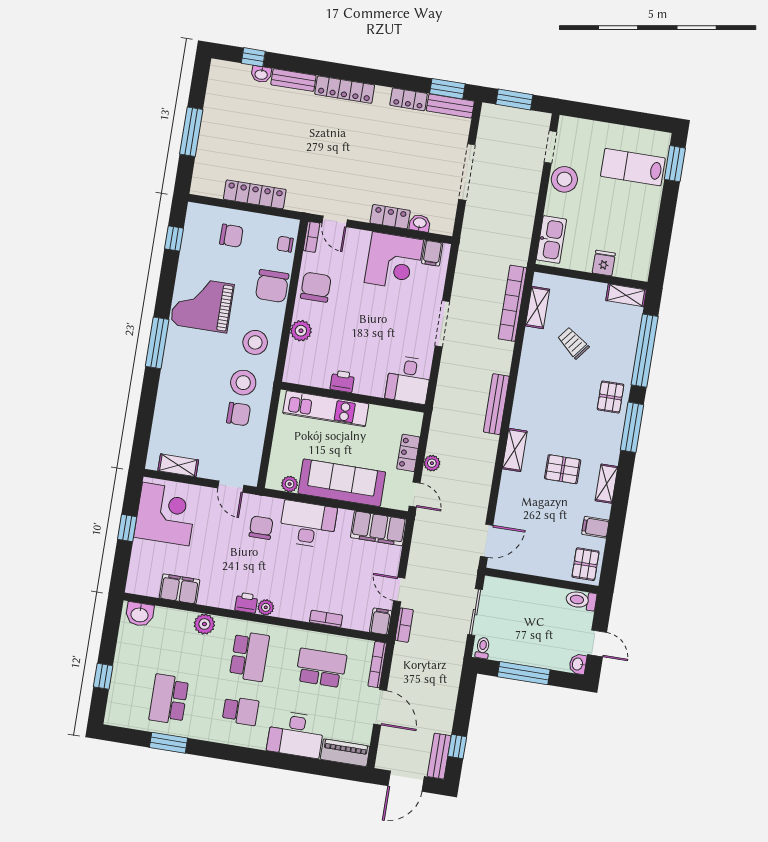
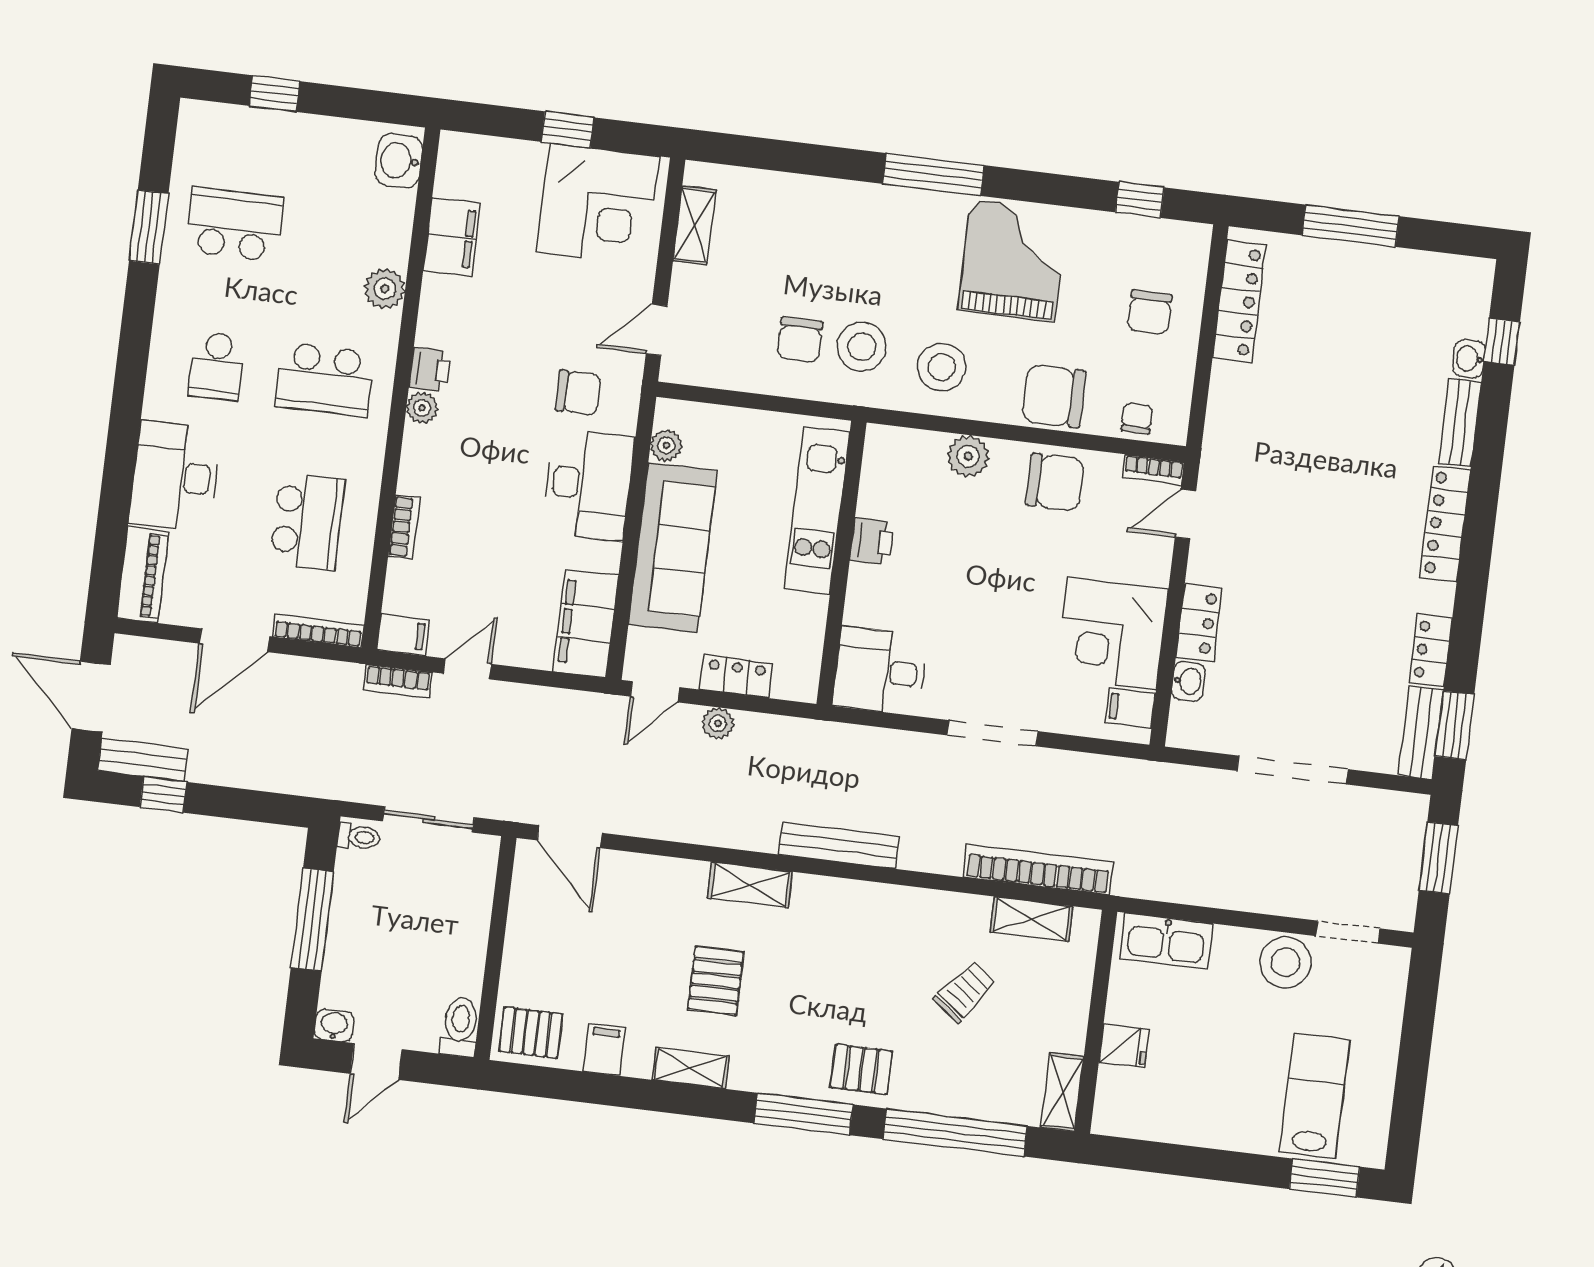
locker: (255, 194) -> (1239, 301), moved

